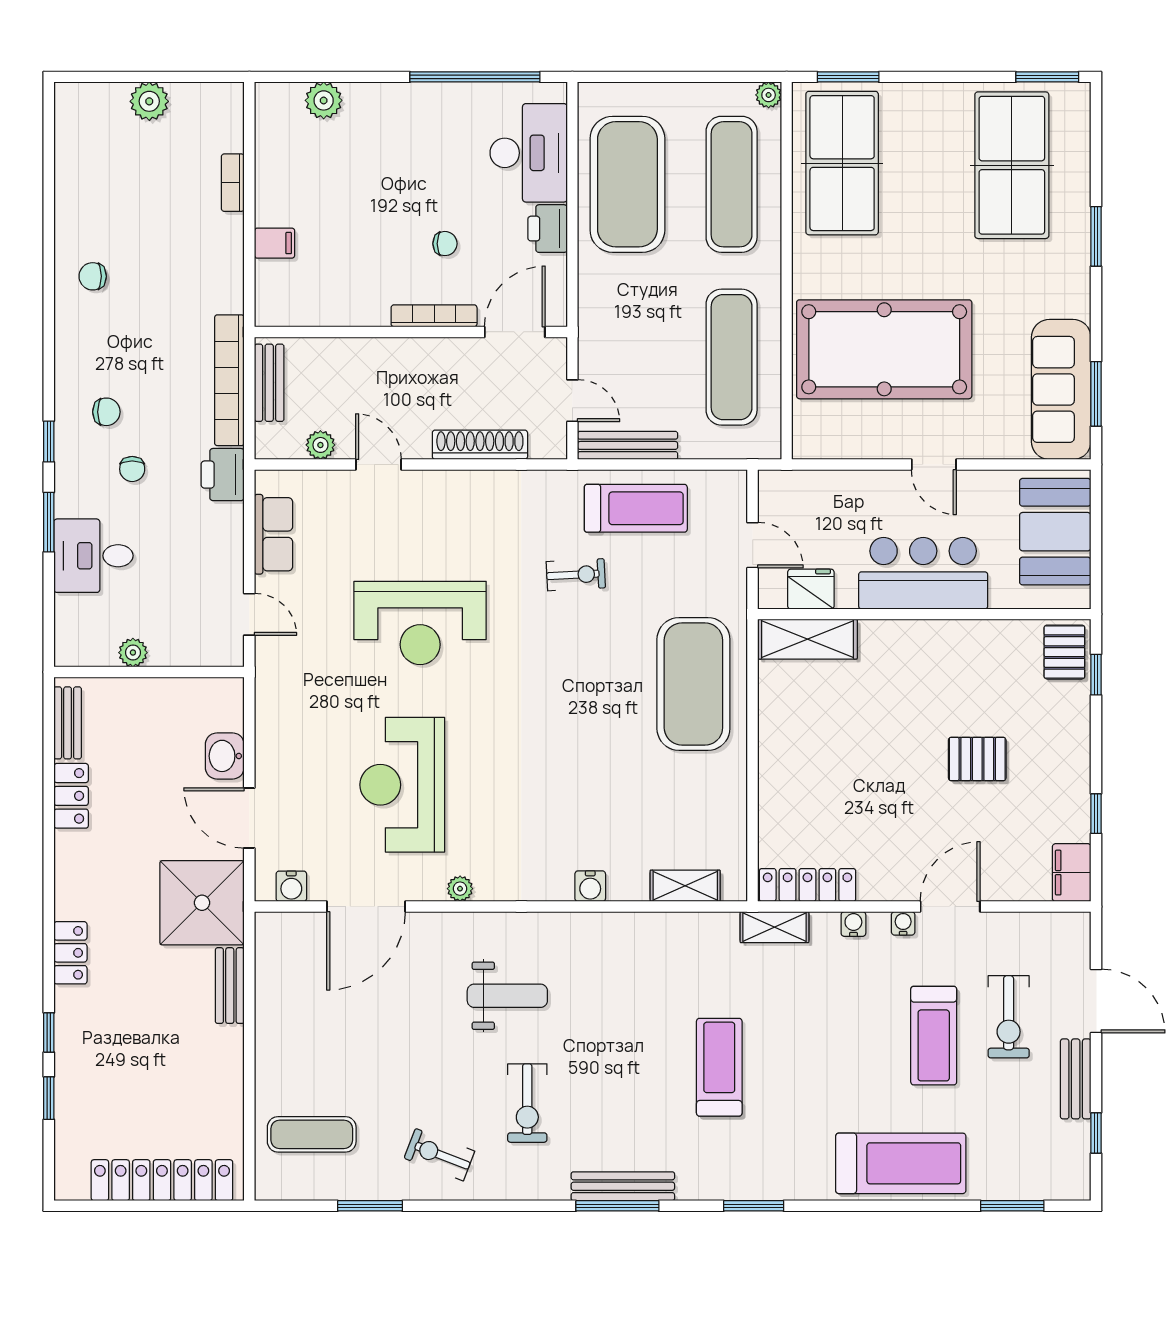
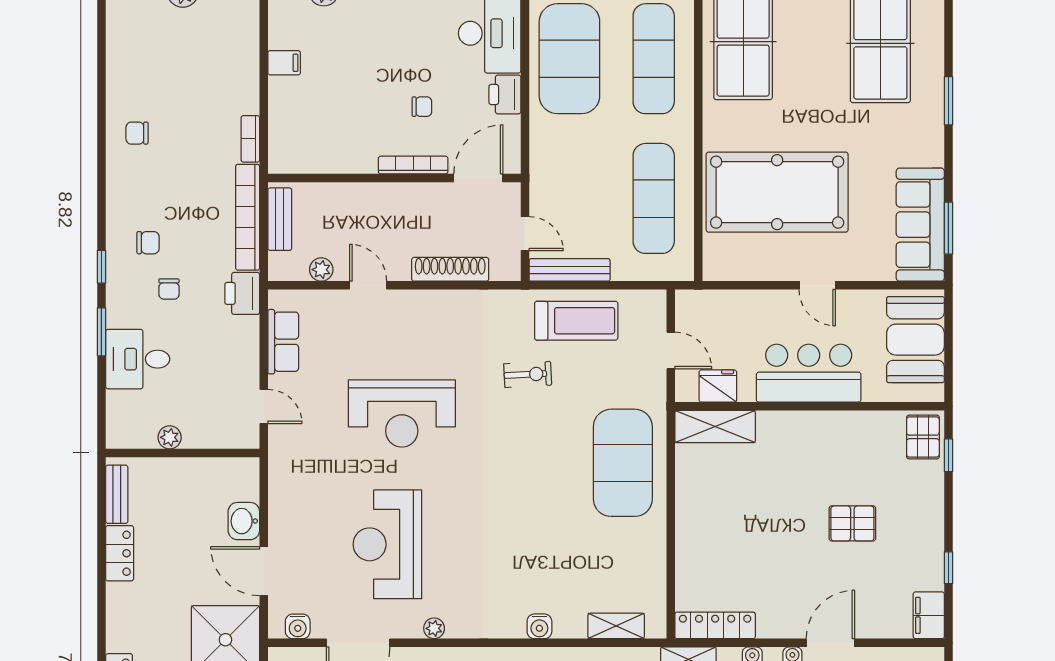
bookcase: (233, 183) -> (250, 139), moved
filing cabinet: (275, 243) -> (284, 63), moved

